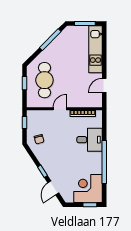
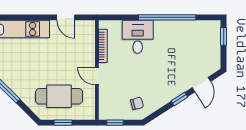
door: (53, 188) -> (201, 85), hinge flipped
corner desk: (88, 189) -> (202, 39), removed

